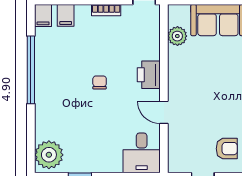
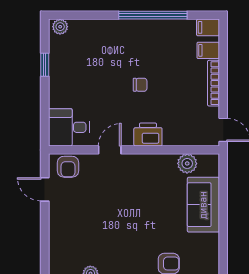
bookcase: (106, 10) -> (213, 83), width x1.56
armchair: (227, 149) -> (68, 167), moved
plant: (49, 155) -> (60, 27), width x0.53, depth x0.53

